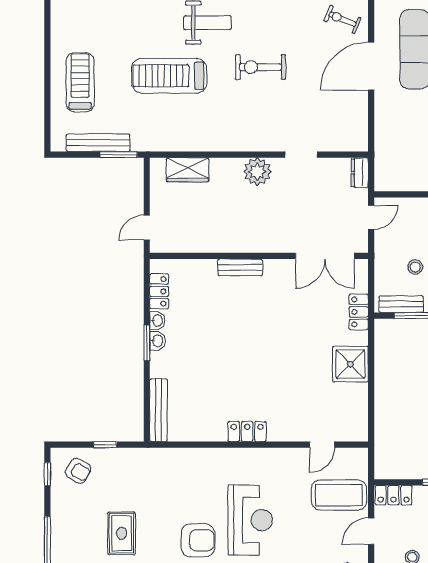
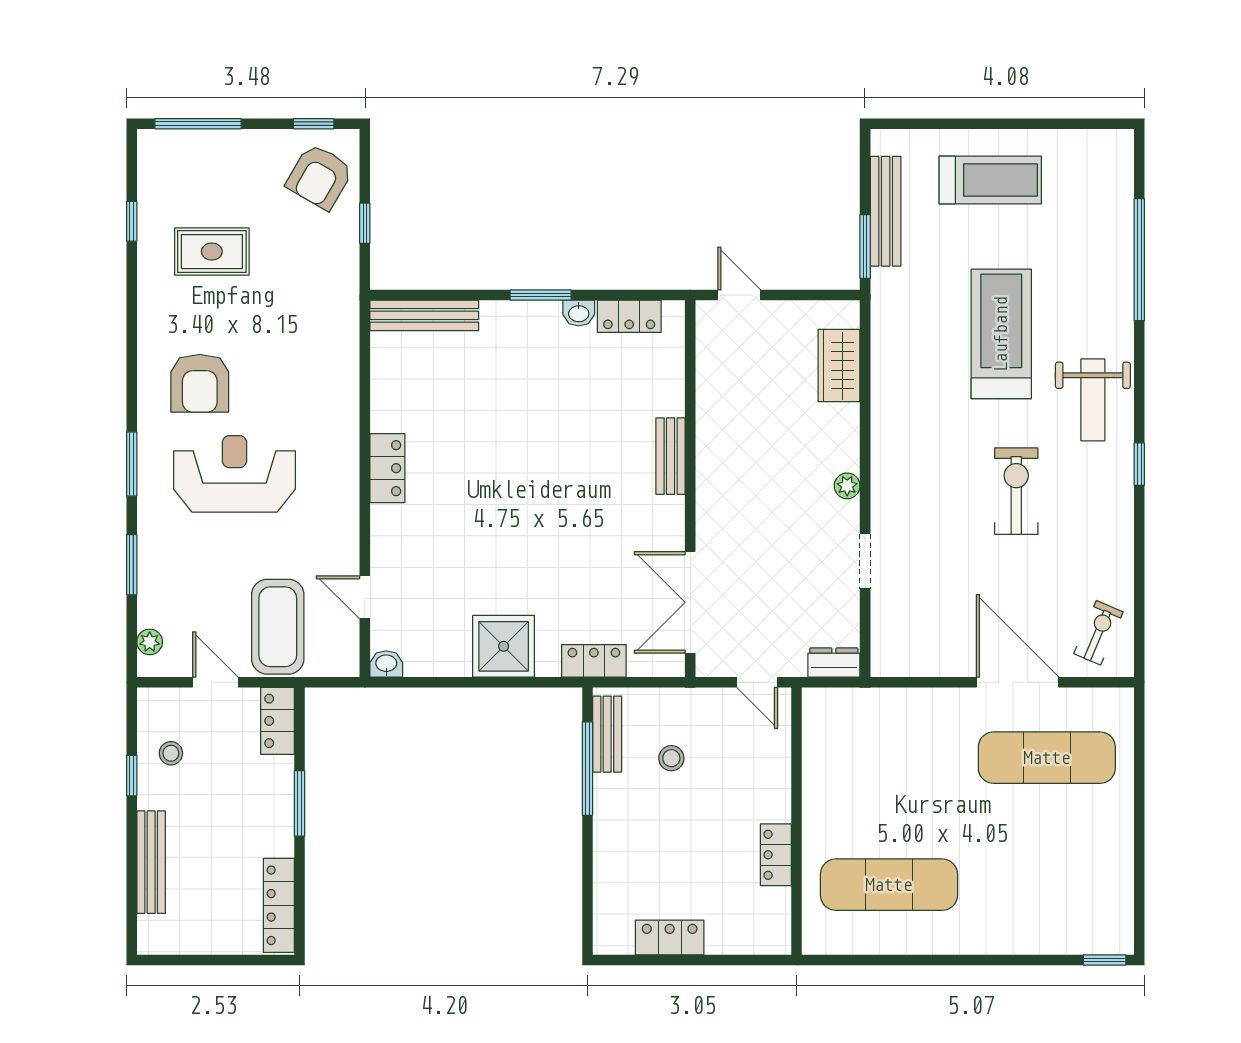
plant: (257, 172) -> (847, 486), width x0.53, depth x0.53
washbasin: (157, 341) -> (386, 664), moved, turned 180
armchair: (78, 471) -> (320, 177), width x1.38, depth x1.38
reception desk: (250, 520) -> (234, 474), turned 180

